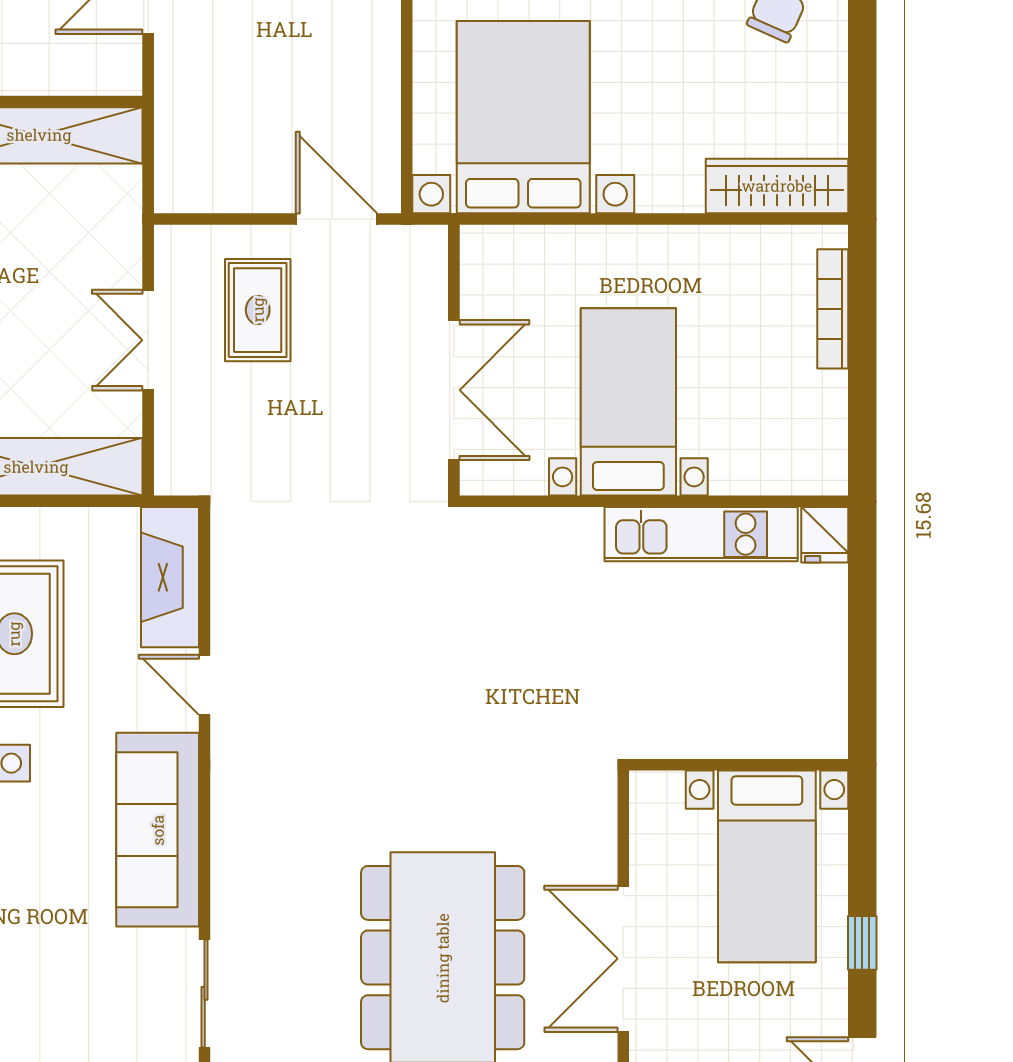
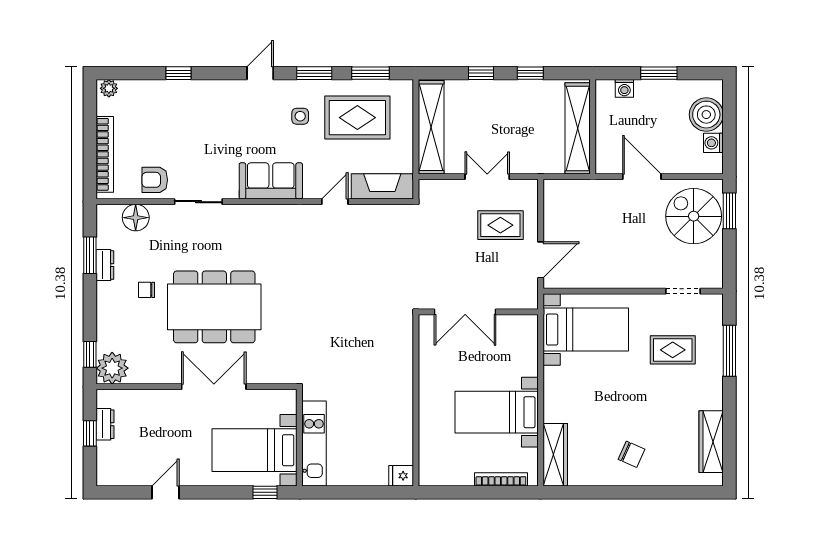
bed with nightstands: (523, 117) -> (586, 330), width x0.73
bed with nightstands: (628, 402) -> (497, 412), moved, turned 180
kitchen unit: (701, 534) -> (314, 443), moved, turned 180
sofa: (158, 830) -> (271, 181), width x0.73
window: (862, 943) -> (265, 492), moved

